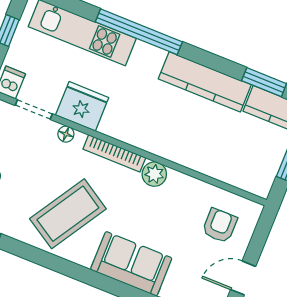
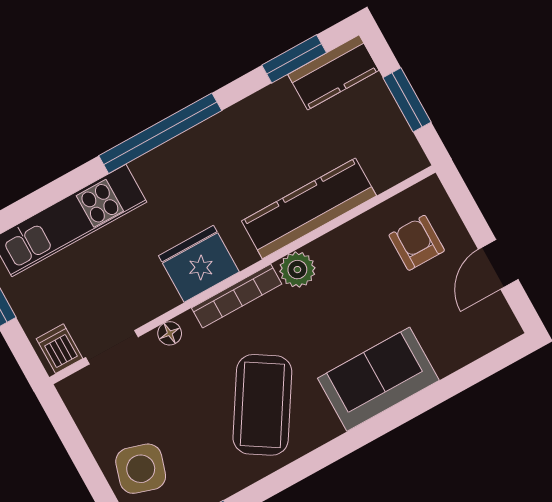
window: (139, 32) -> (160, 133), moved
kitchen counter: (205, 82) -> (309, 208), moved, turned 180
fridge: (82, 106) -> (199, 264), moved

